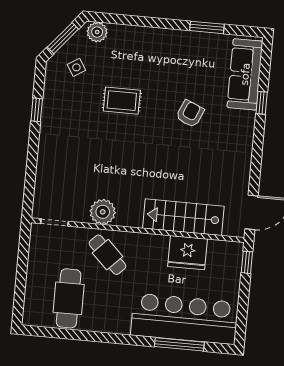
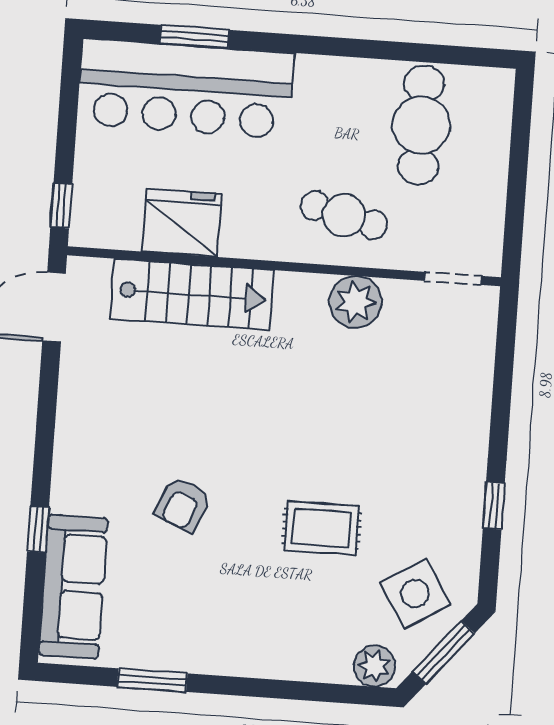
side table: (76, 67) -> (415, 594), width x1.87, depth x1.87
cafe table: (108, 255) -> (344, 215), turned -30
window: (179, 344) -> (195, 37), width x0.69

